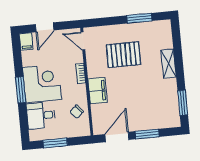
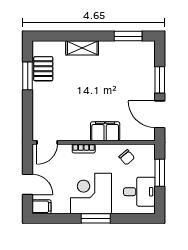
pallet: (123, 55) -> (43, 69), moved, width x0.67, depth x0.71
desk: (41, 115) -> (139, 192), moved, turned -90
window: (55, 143) -> (160, 173), moved

